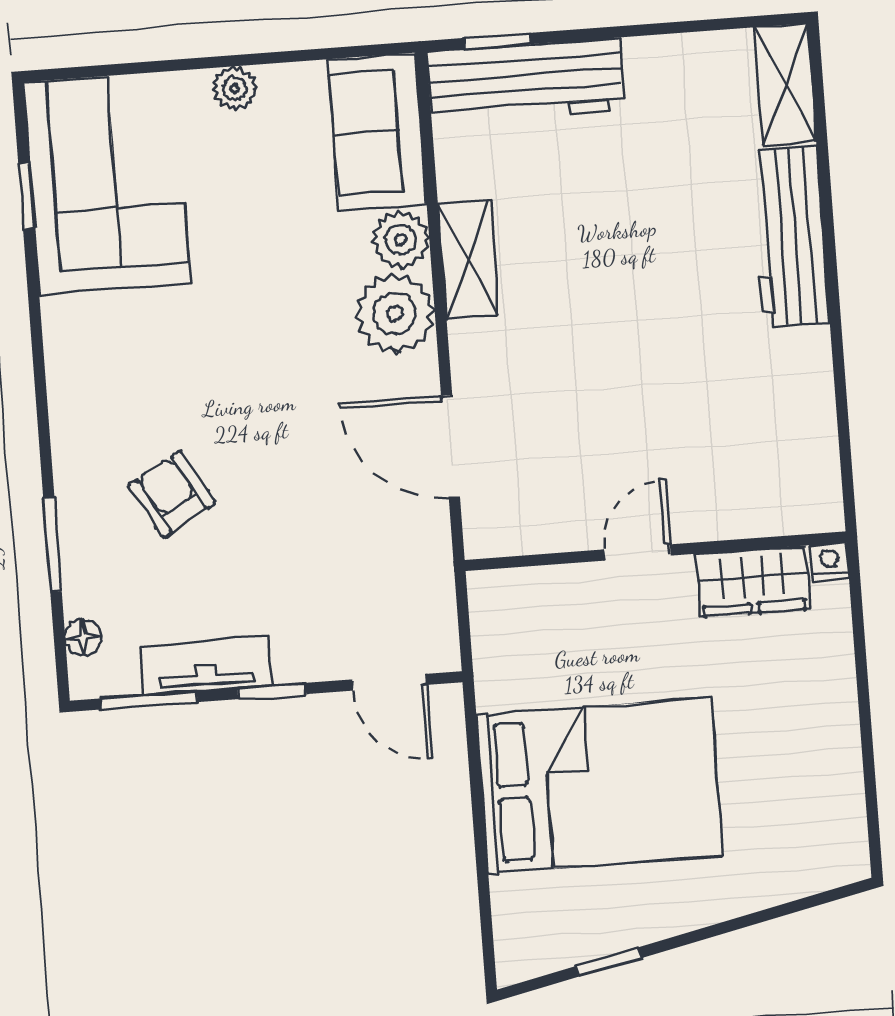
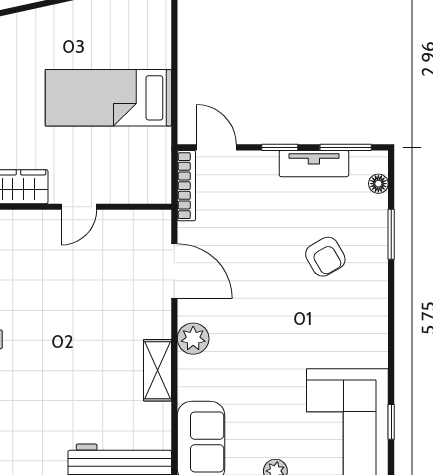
plant: (401, 240) -> (193, 383), removed
plant: (395, 313) -> (193, 339), width x0.73, depth x0.73
bookcase: (440, 607) -> (186, 186), added
bed: (599, 786) -> (108, 98), width x0.67

